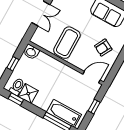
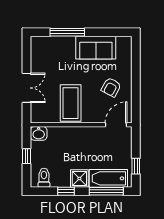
shower: (28, 94) -> (79, 178), moved
window: (16, 99) -> (66, 191), moved
window: (94, 107) -> (136, 166), moved

